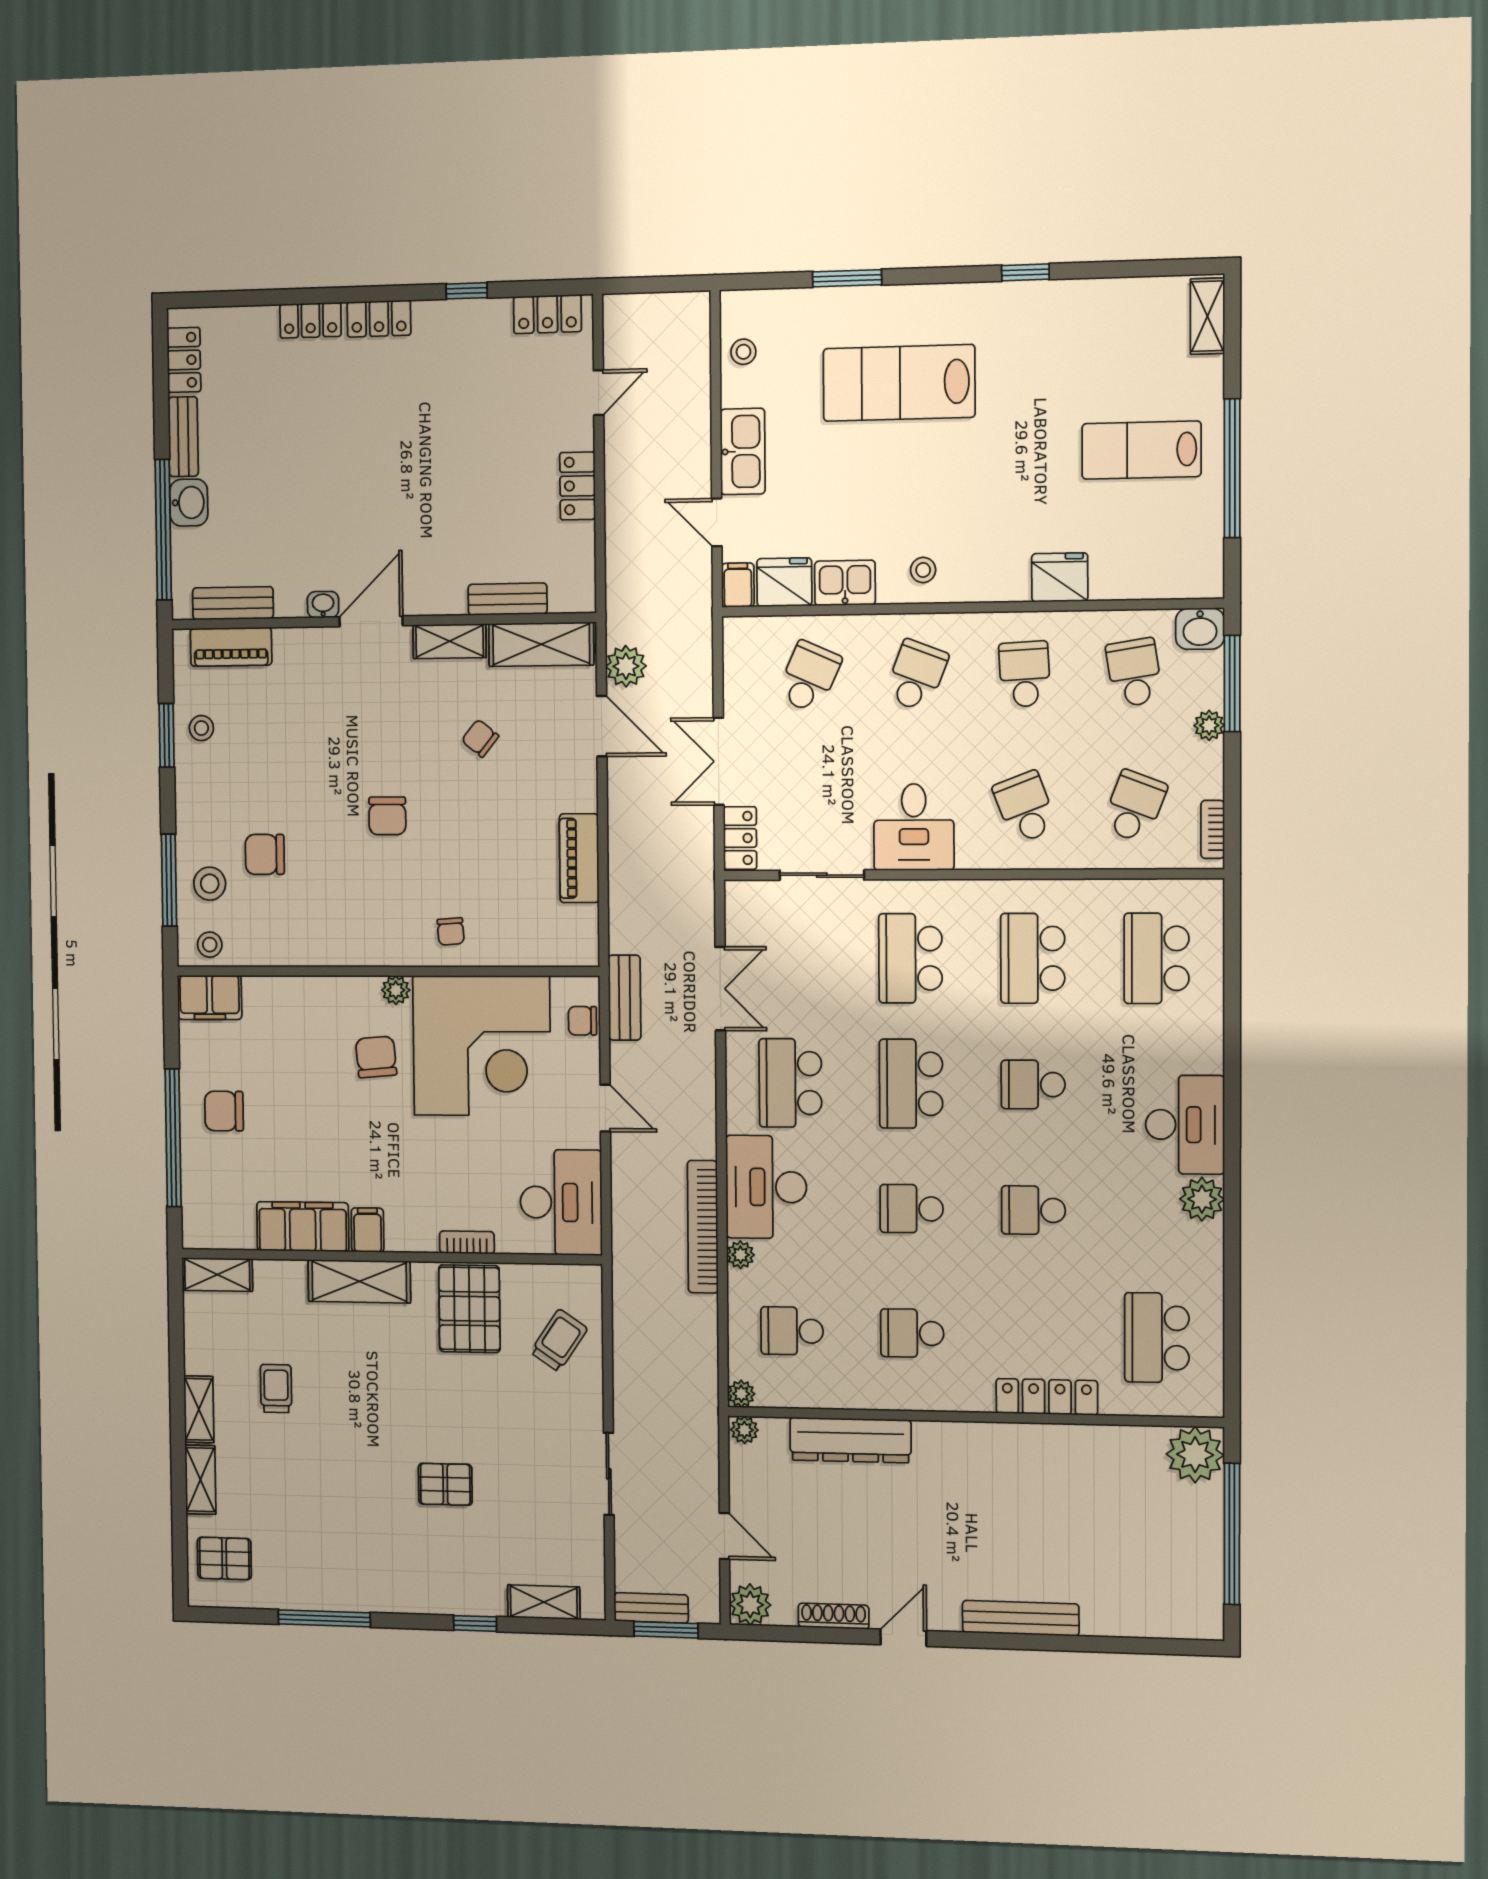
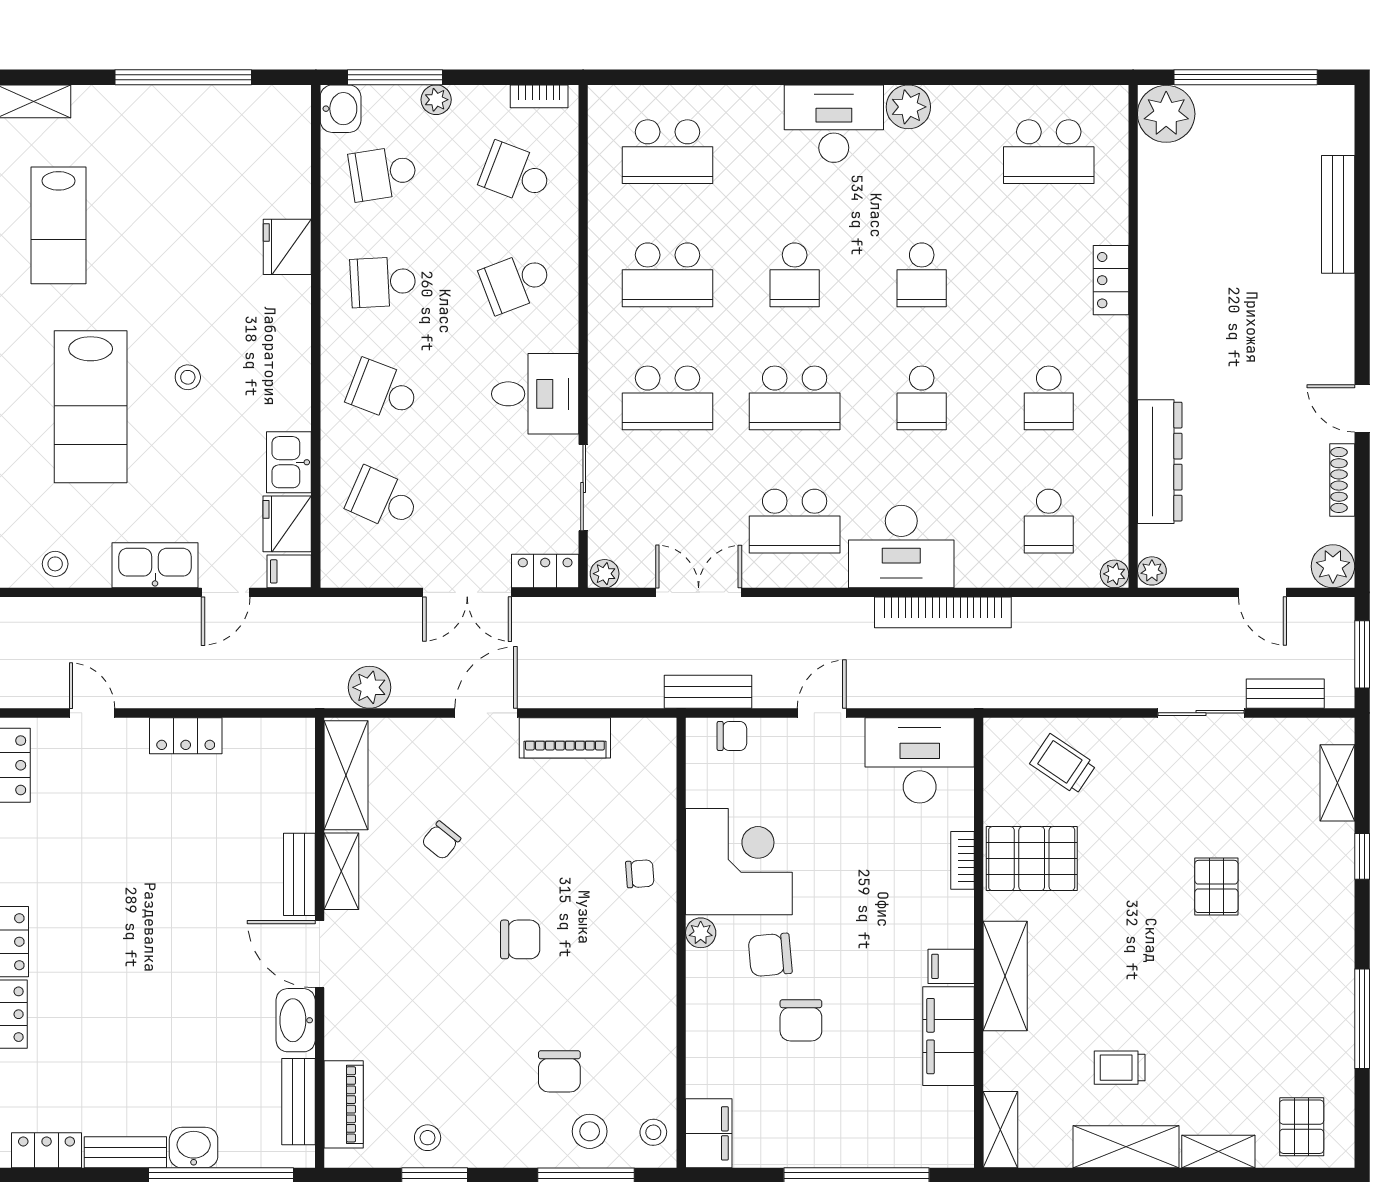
lab bench: (1141, 450) -> (58, 225), moved
stool: (923, 570) -> (188, 377), moved
bench: (508, 599) -> (299, 874), moved
washbasin: (323, 605) -> (296, 1020), width x1.91, depth x1.45
door: (602, 726) -> (486, 713), moved
chair: (583, 1021) -> (732, 736), turned -90
corner desk: (482, 1046) -> (739, 862), width x0.74, depth x0.74
chair: (224, 1111) -> (801, 1020), moved
plant: (740, 1255) -> (605, 574), moved
locker: (1047, 1397) -> (1111, 280), width x0.66
shelving: (199, 1409) -> (1126, 1147), width x1.50, depth x1.33
door: (724, 1536) -> (1262, 592), swing flipped
bench: (651, 1608) -> (1285, 694), moved, turned 90
bench: (1021, 1618) -> (1338, 214), moved

